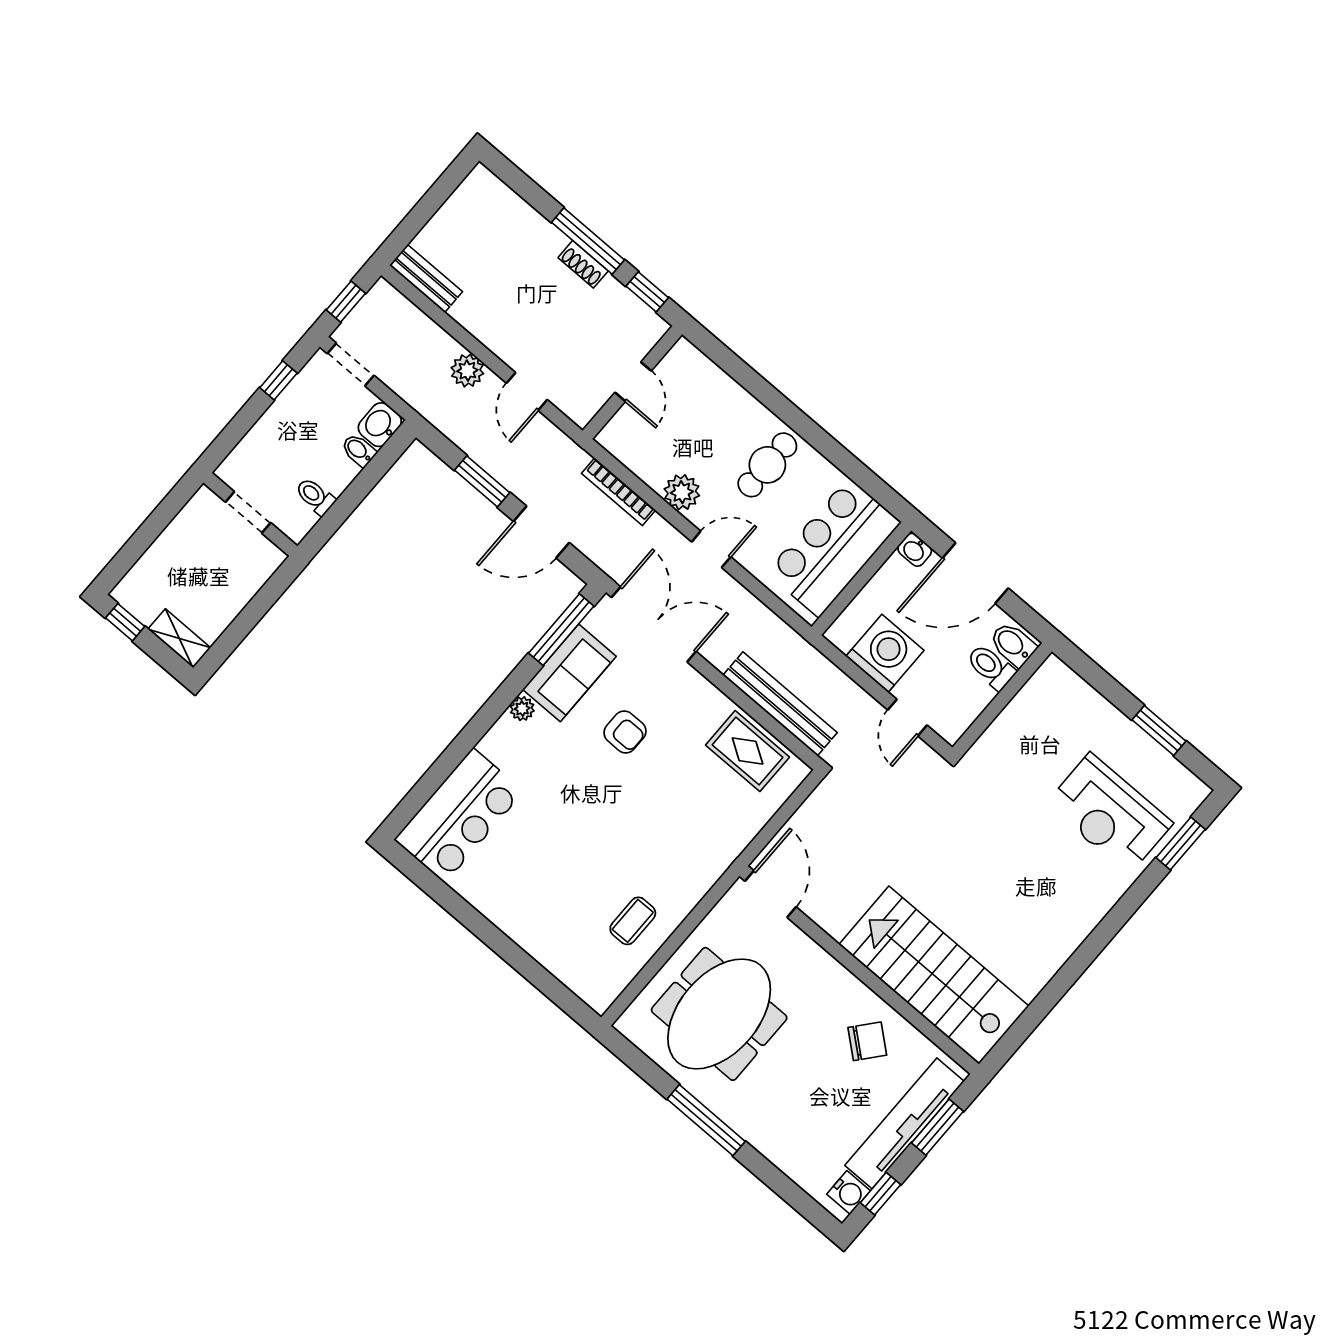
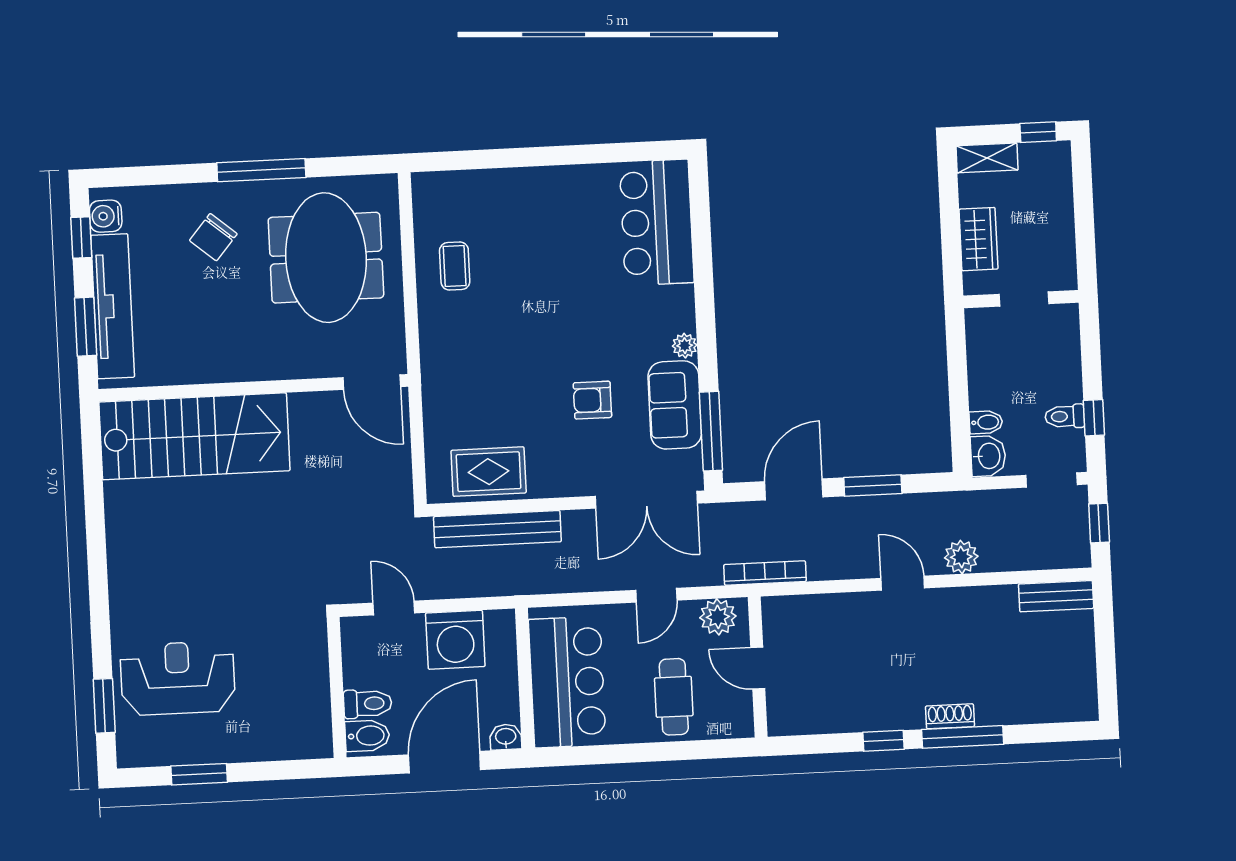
door: (633, 382) -> (758, 668), moved
wall: (632, 383) -> (758, 667), moved
toilet: (315, 496) -> (1065, 416), moved, turned 180
wardrobe: (240, 586) -> (978, 239), added
chair: (867, 1041) -> (213, 237), moved

